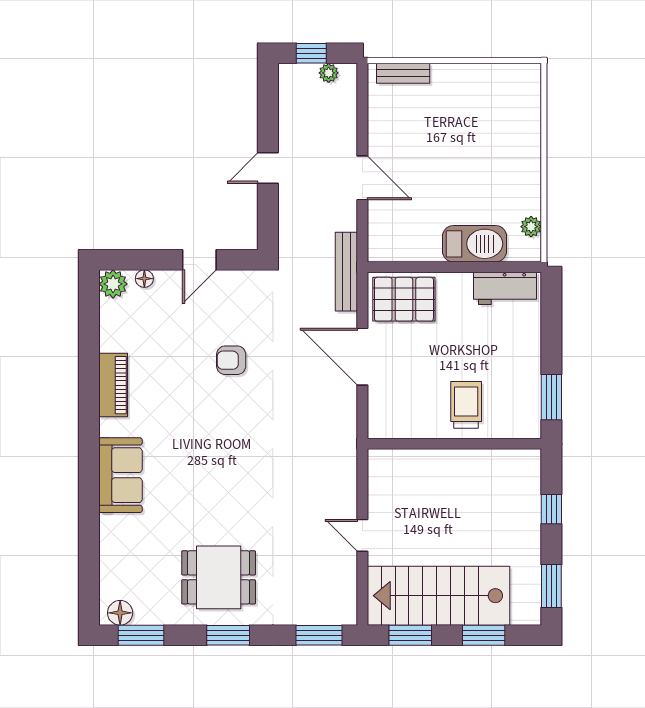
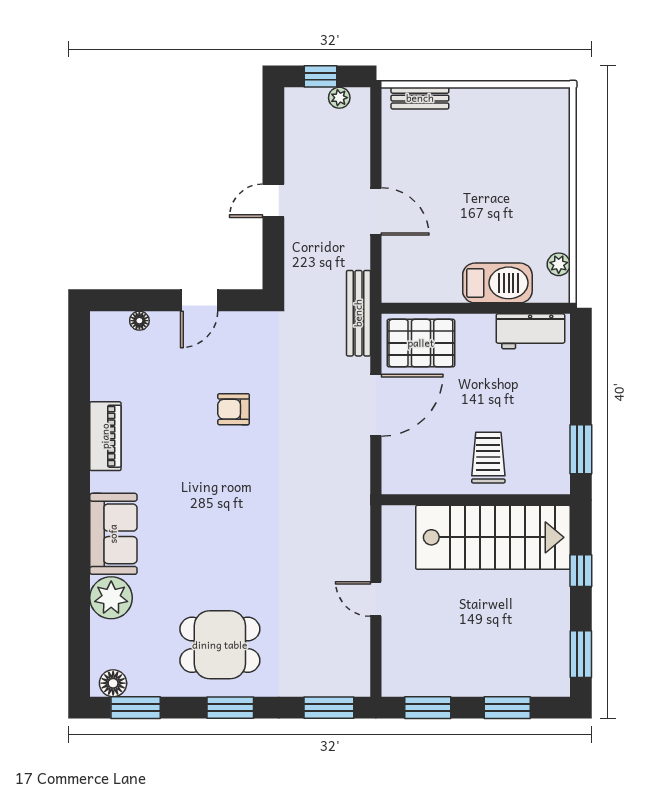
plant: (113, 284) -> (111, 598), moved, width x1.36, depth x1.36
door: (362, 357) -> (376, 405), swing flipped
stairs: (438, 596) -> (493, 537), moved, turned 180

